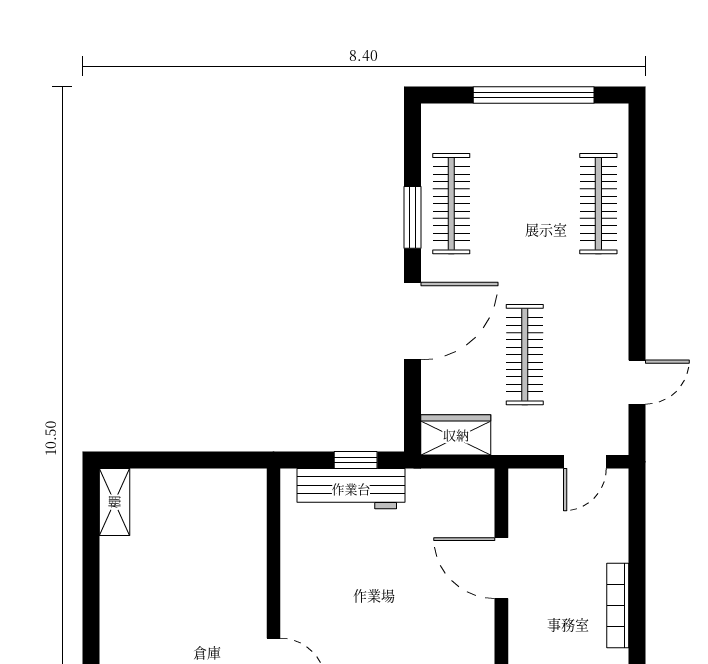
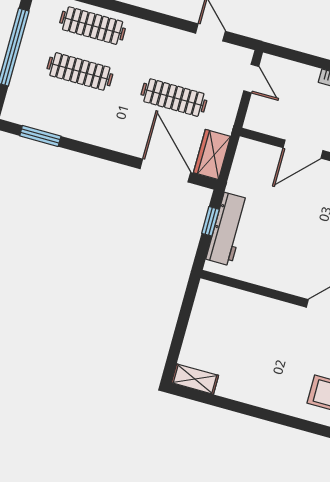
clothes rail: (451, 204) -> (80, 71), moved
window: (413, 217) -> (40, 136), moved
door: (413, 321) -> (165, 171), moved

